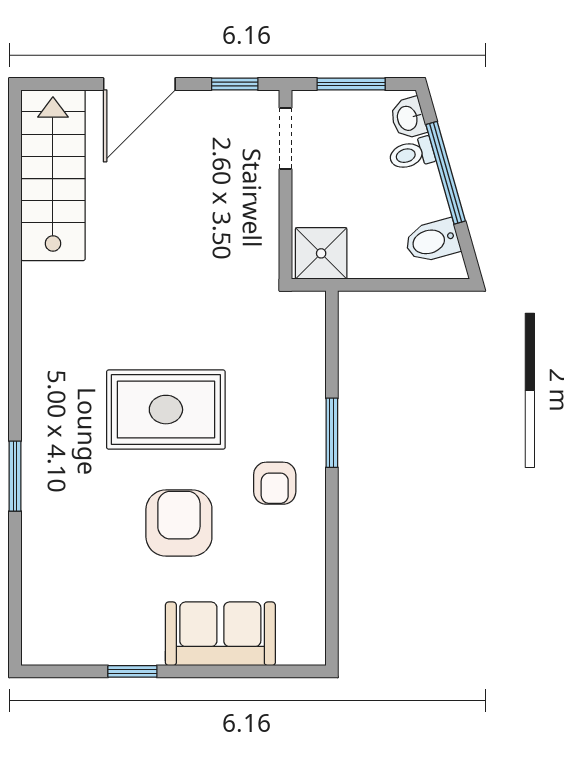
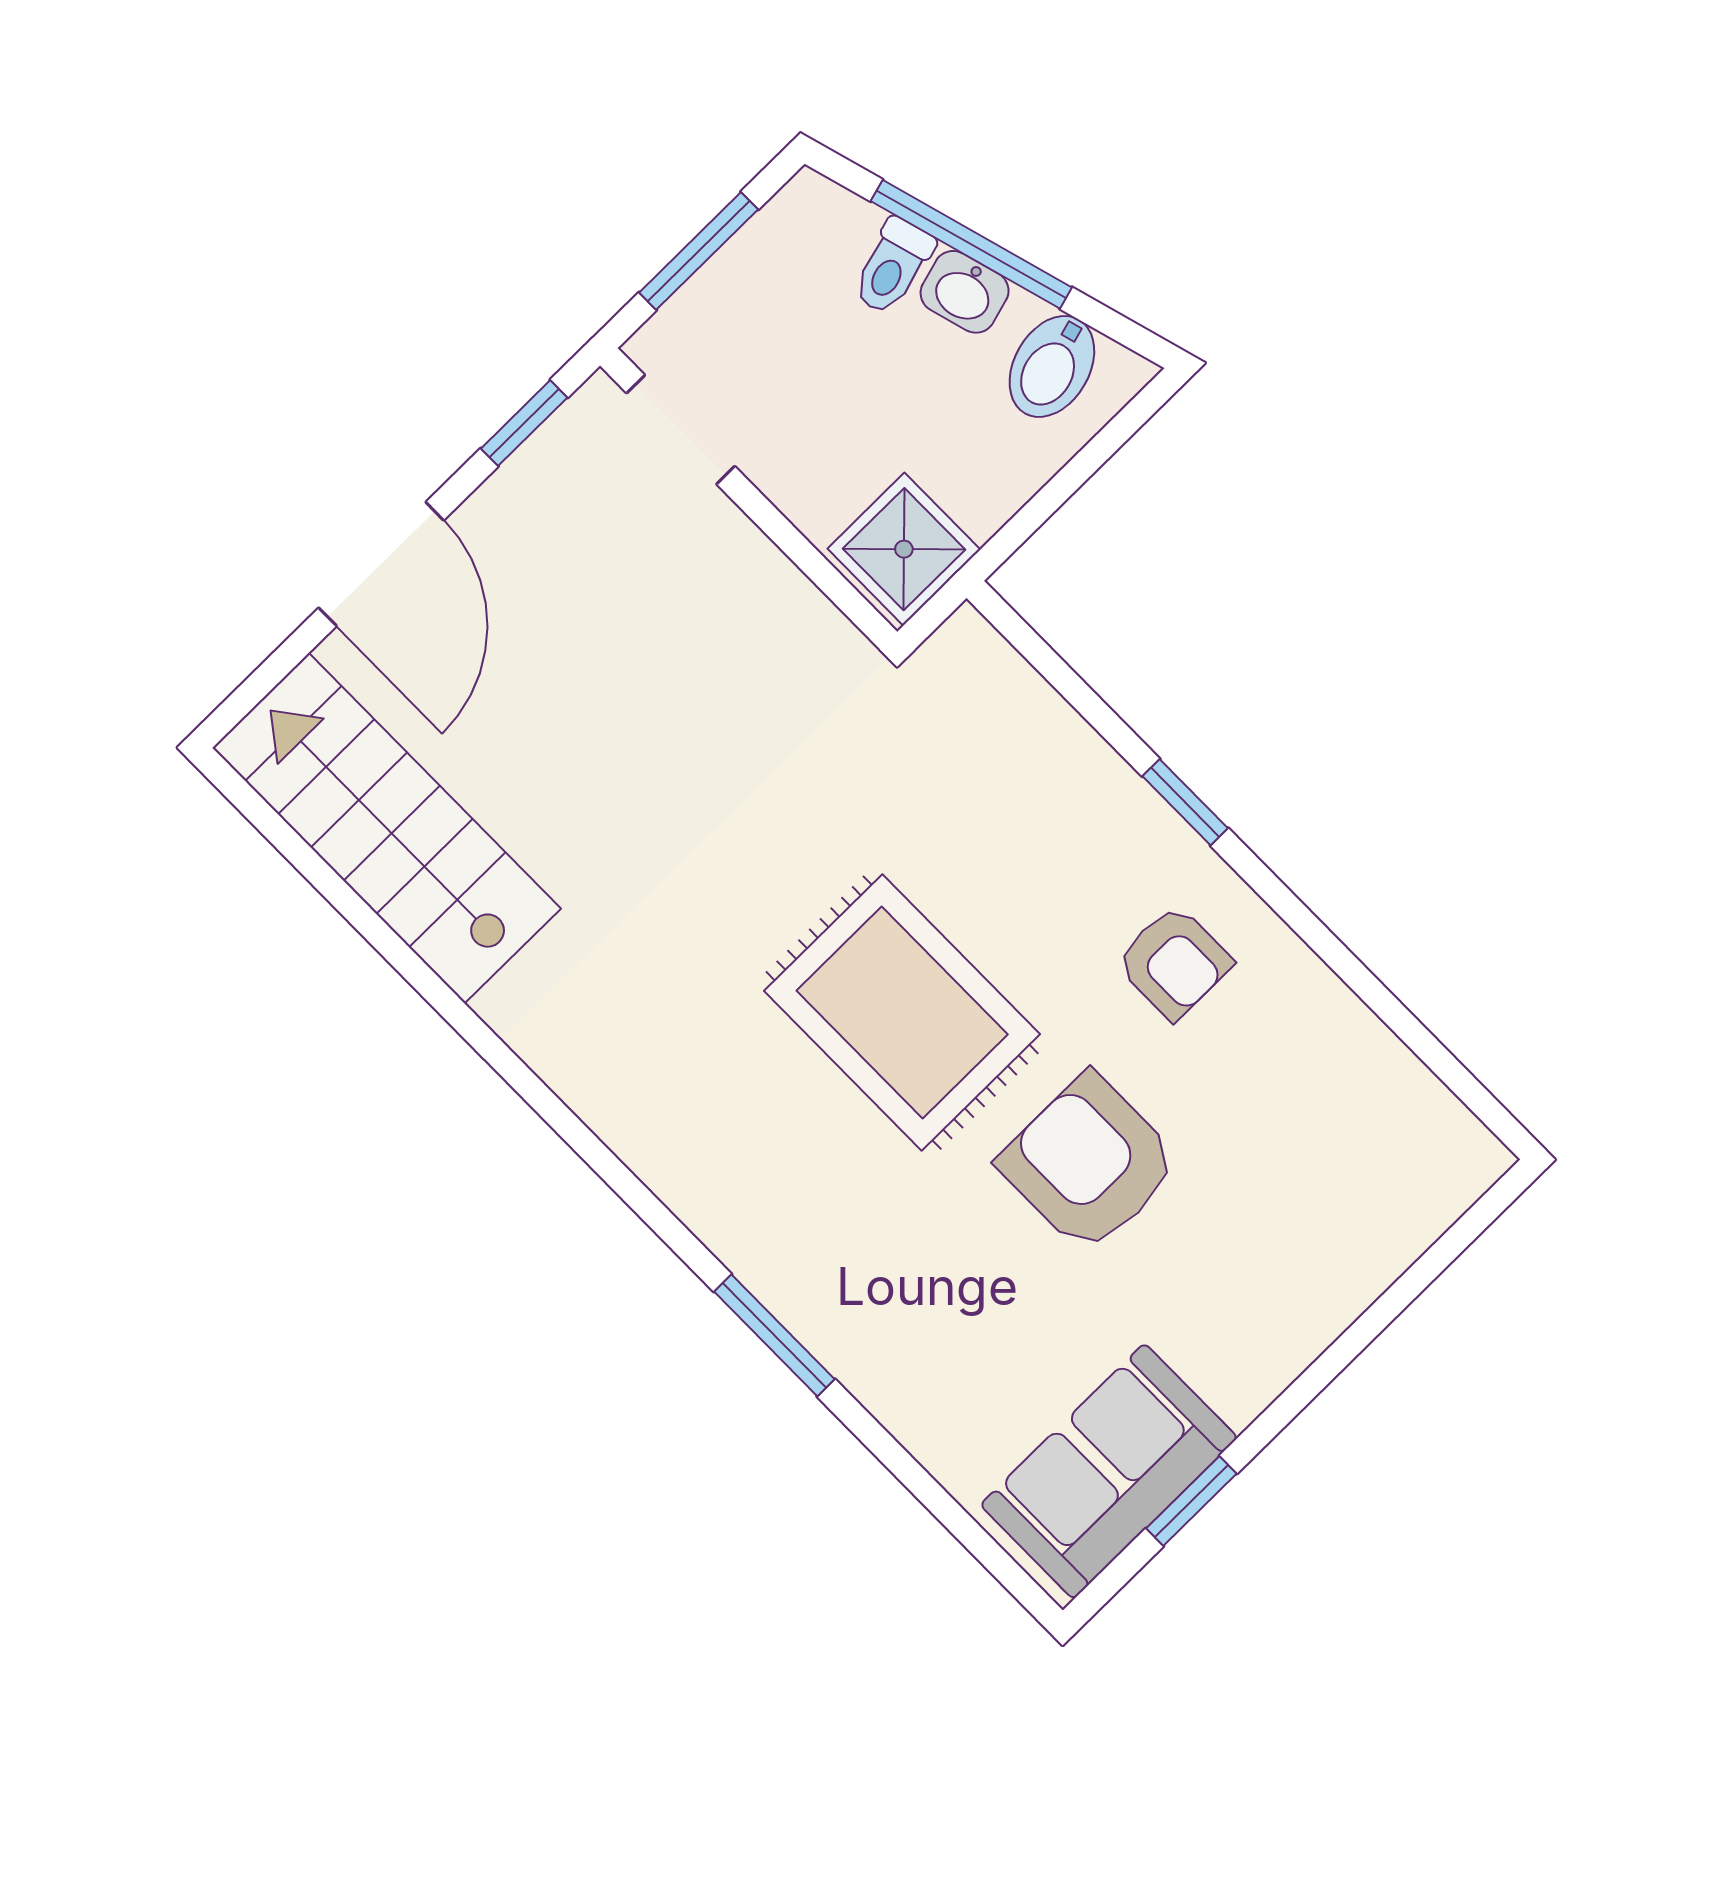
washbasin: (408, 118) -> (965, 292), moved
rug: (166, 410) -> (902, 1013), turned 90
window: (332, 433) -> (1185, 802), width x0.67
sofa: (220, 634) -> (1109, 1471), moved
window: (132, 671) -> (1191, 1501), moved

